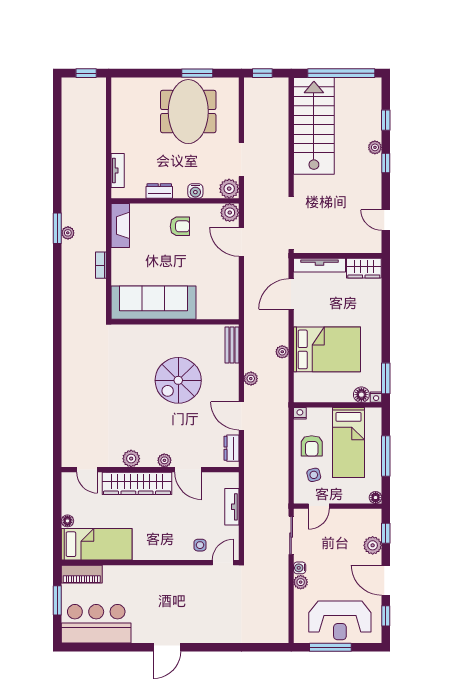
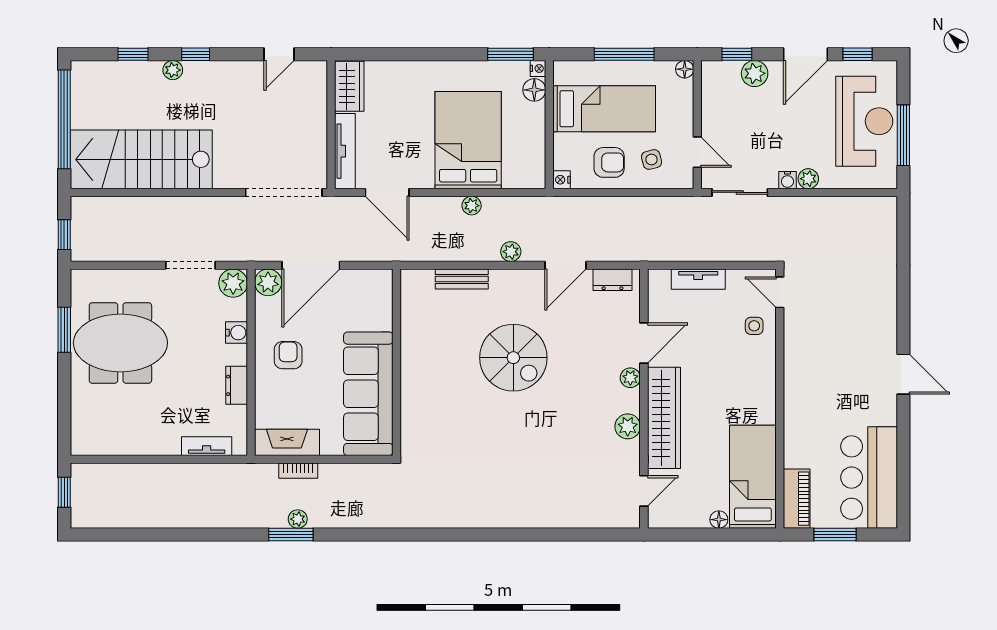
door: (241, 242) -> (311, 265), width x1.36
bookcase: (101, 265) -> (298, 471), moved
sofa: (153, 303) -> (368, 394), moved
wall: (175, 322) -> (397, 362), moved

